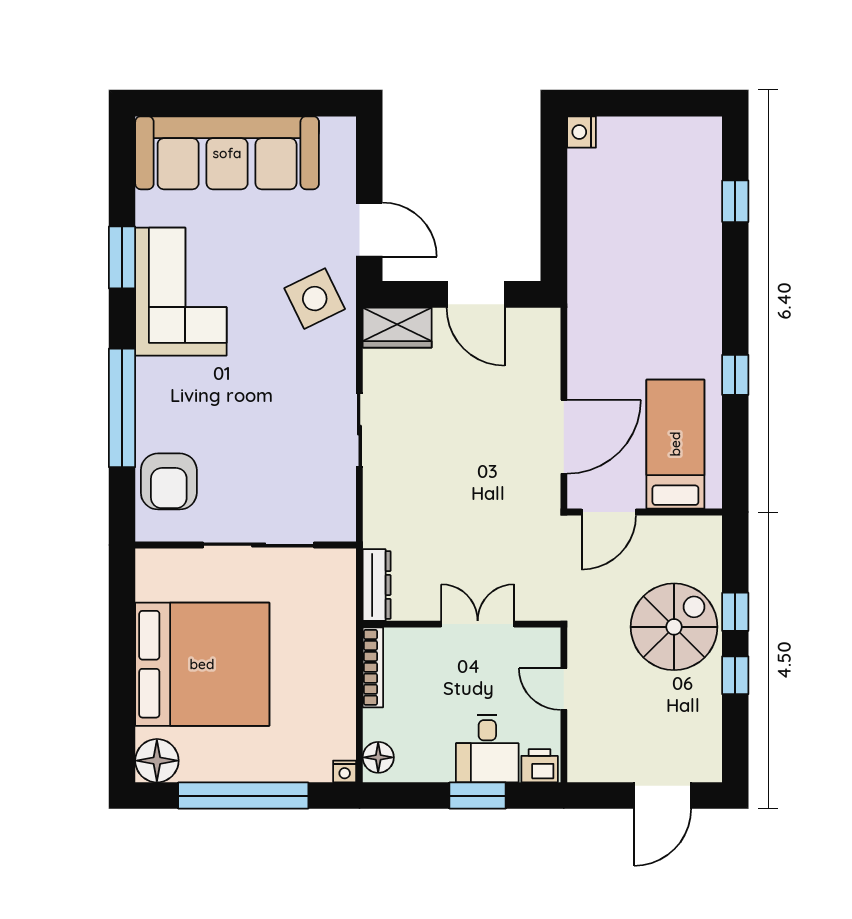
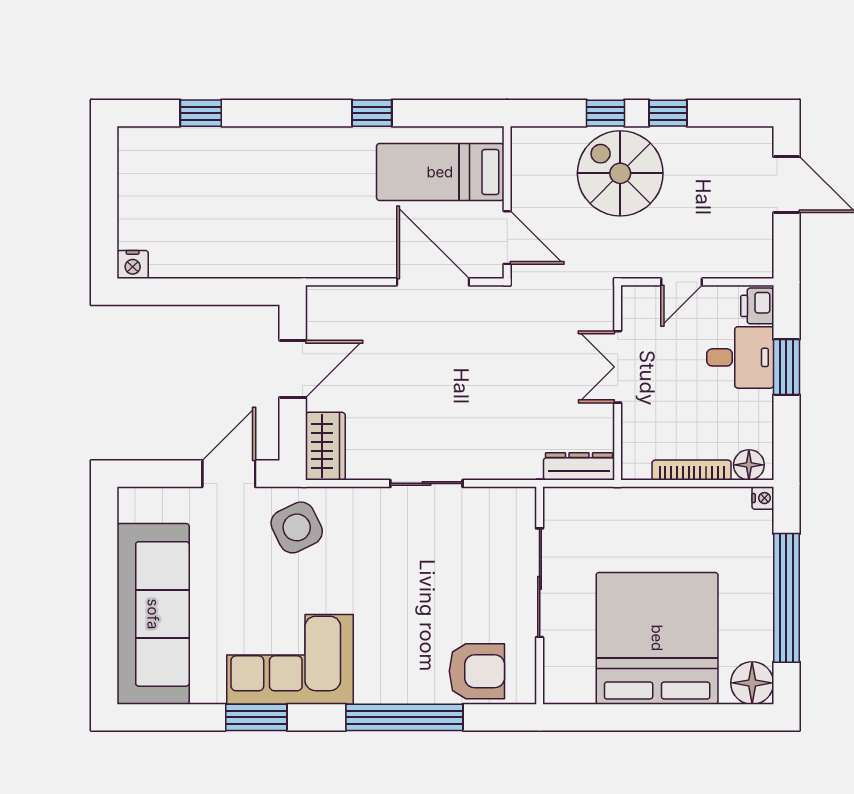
bookcase: (373, 667) -> (692, 470), moved

